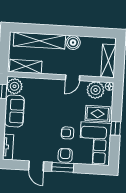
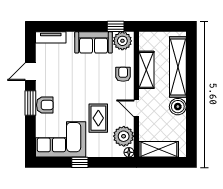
shelving: (26, 66) -> (146, 70), moved
rug: (98, 114) -> (98, 118), moved
armchair: (67, 133) -> (123, 74), moved

